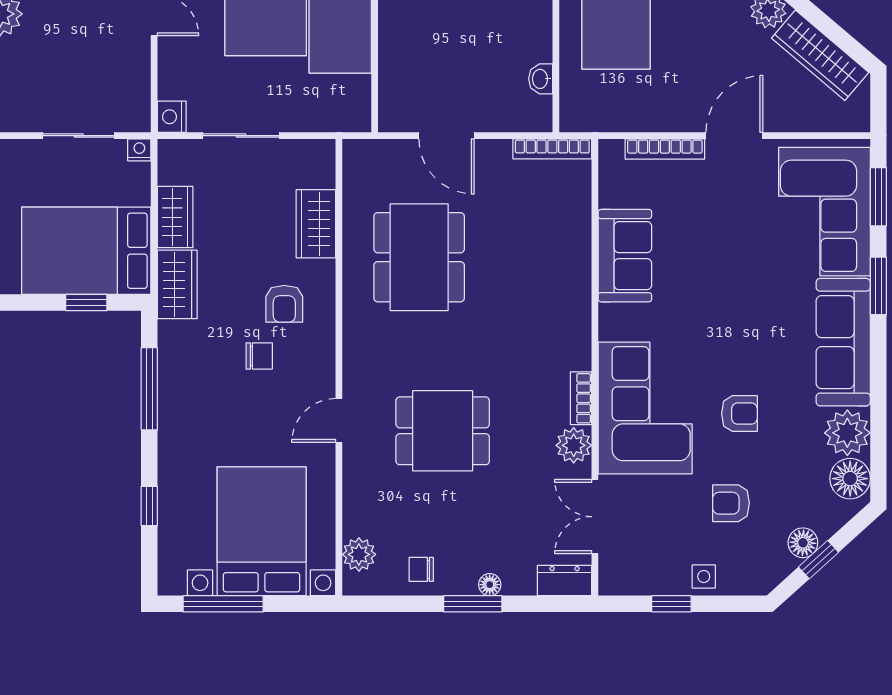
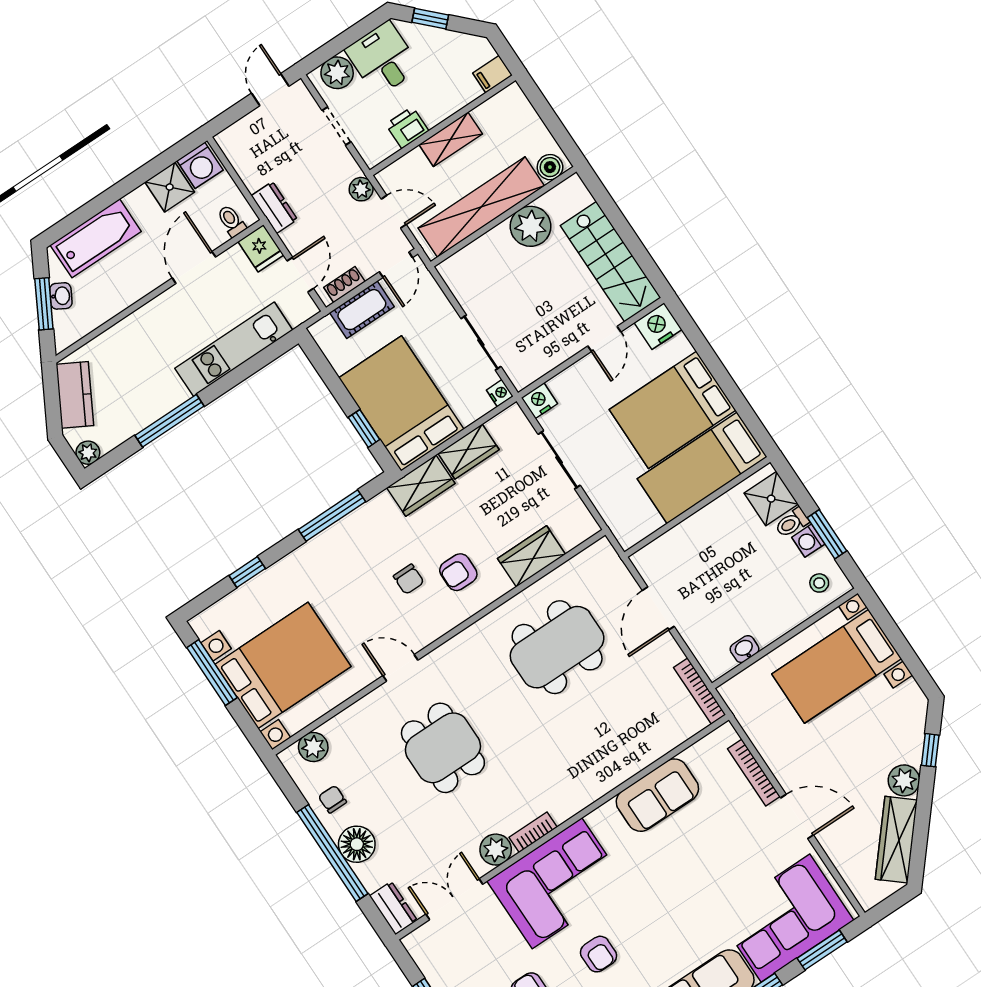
floor lamp: (490, 585) -> (357, 844), width x1.89, depth x1.89
window: (473, 604) -> (332, 853), width x2.11

